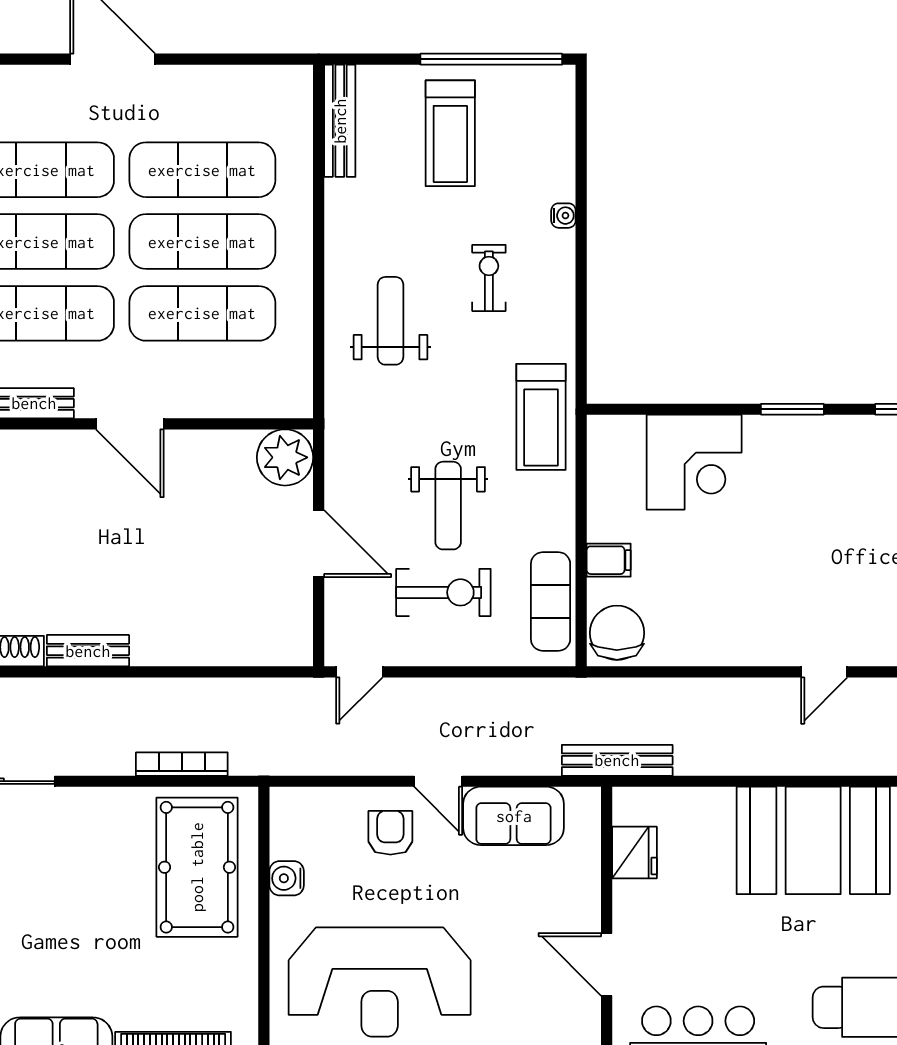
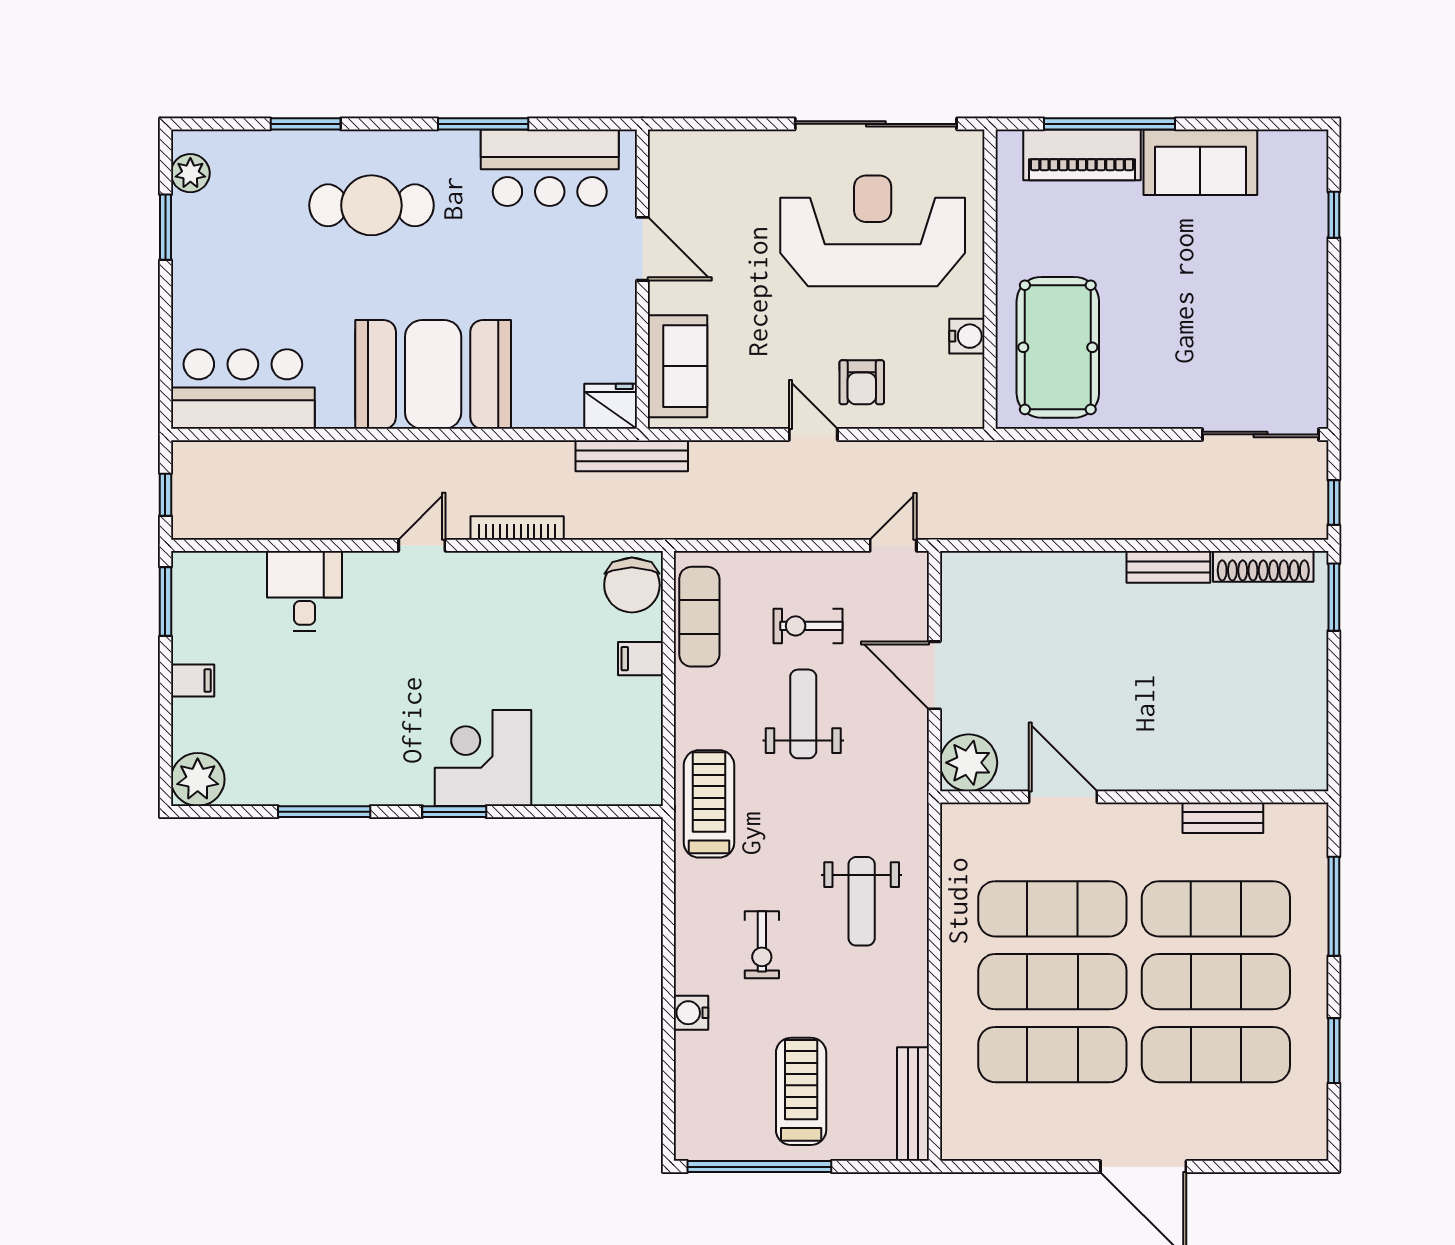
water cooler: (563, 216) -> (691, 1013), width x1.38, depth x1.38
door: (130, 424) -> (1063, 797), moved
corner desk: (694, 462) -> (483, 758), moved
exercise bike: (443, 592) -> (808, 626), width x0.73, depth x0.72
bookcase: (182, 764) -> (517, 528), moved, turned 180
sofa: (514, 816) -> (678, 366), moved, turned 90
fridge: (634, 853) -> (611, 406), moved, turned 90

